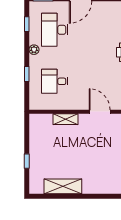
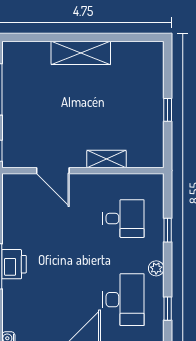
window: (27, 161) -> (168, 110), moved
shelving: (63, 186) -> (81, 53), moved

